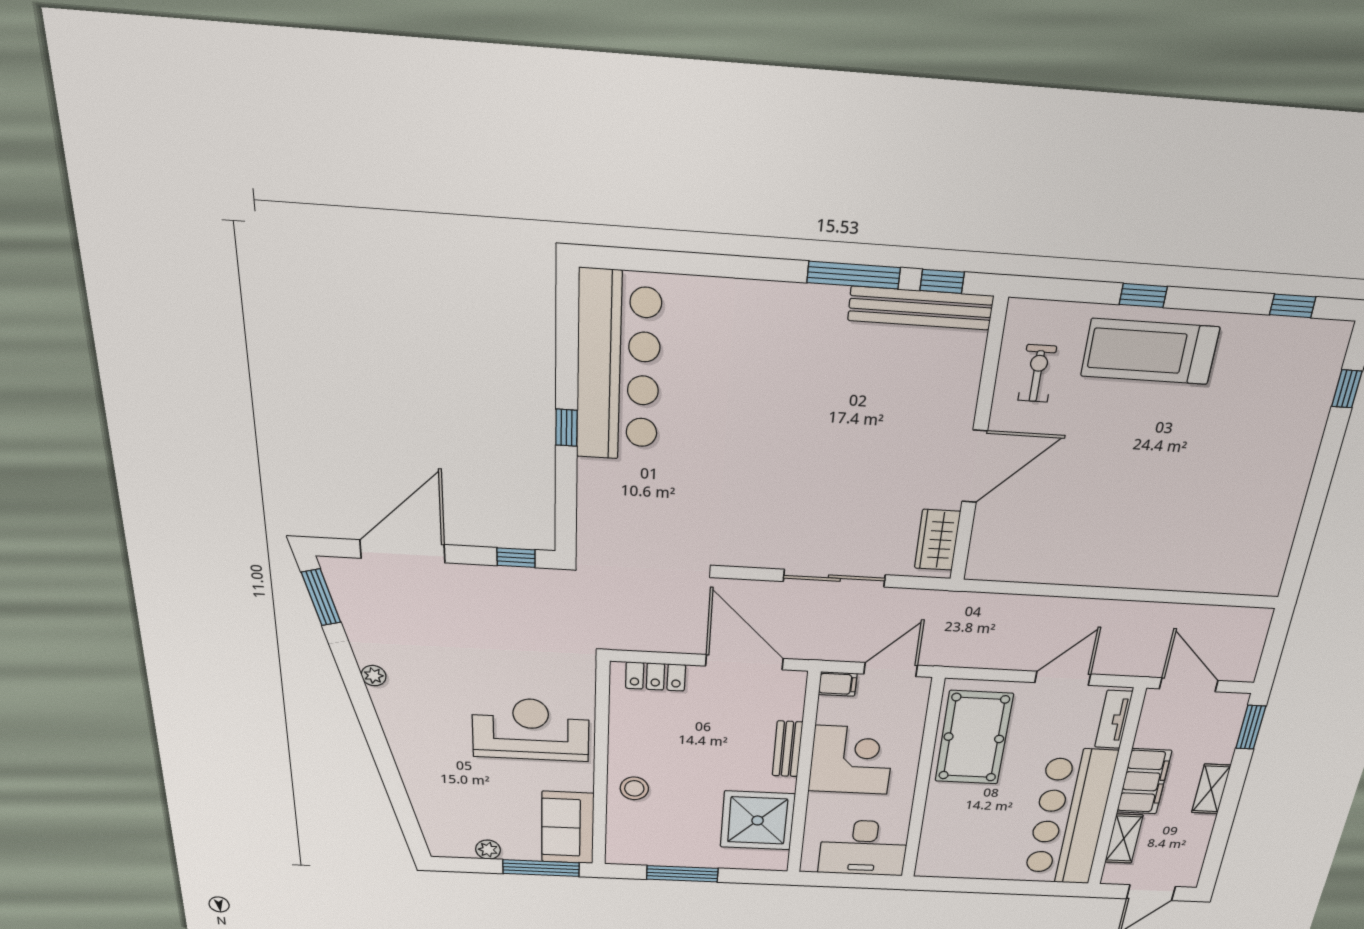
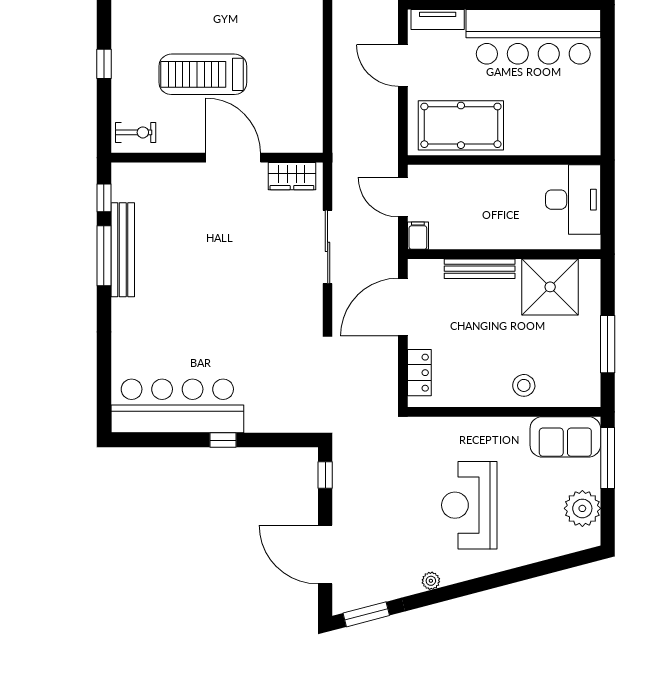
bench: (921, 308) -> (123, 250), moved
treadmill: (1150, 352) -> (203, 74), moved, turned 90
exercise bike: (1037, 373) -> (136, 132), moved, turned 180
reception desk: (531, 729) -> (469, 505), moved
bench: (787, 749) -> (480, 269), width x1.36
corner desk: (851, 760) -> (487, 218), removed
plant: (488, 850) -> (582, 508), width x1.87, depth x1.87

